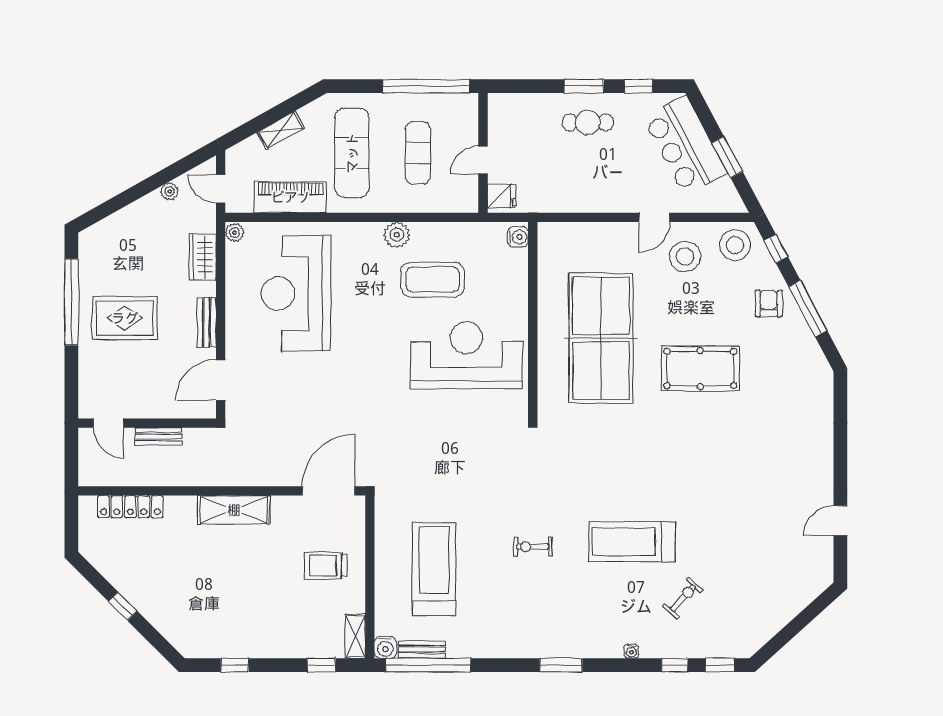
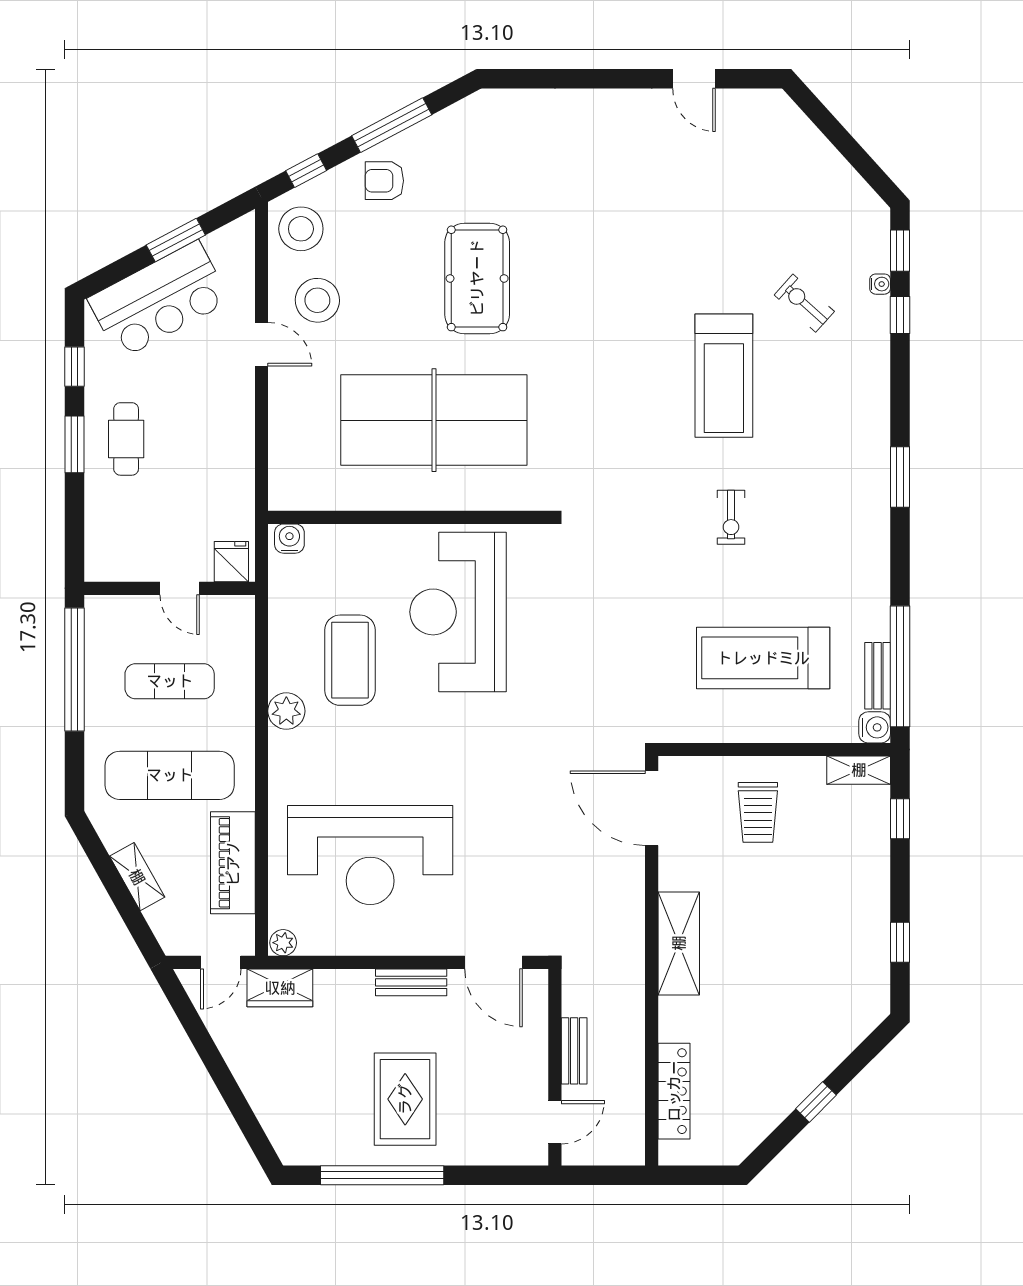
plant: (170, 191) -> (225, 1035), removed
wardrobe: (203, 257) -> (280, 988), moved
water cooler: (631, 651) -> (880, 284), moved

